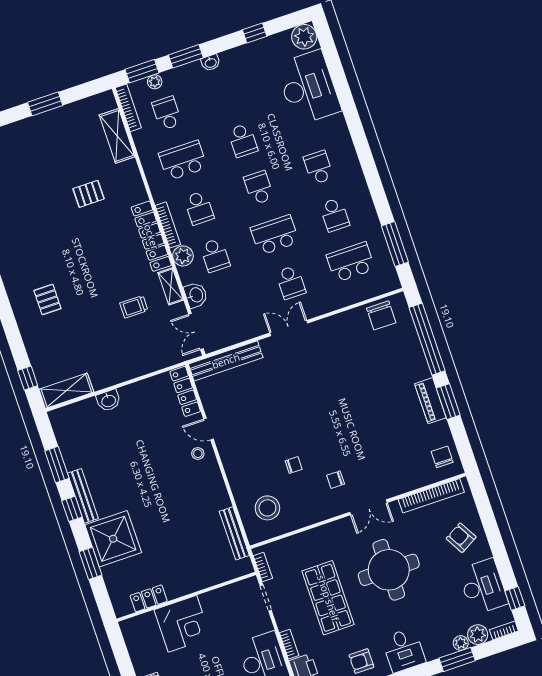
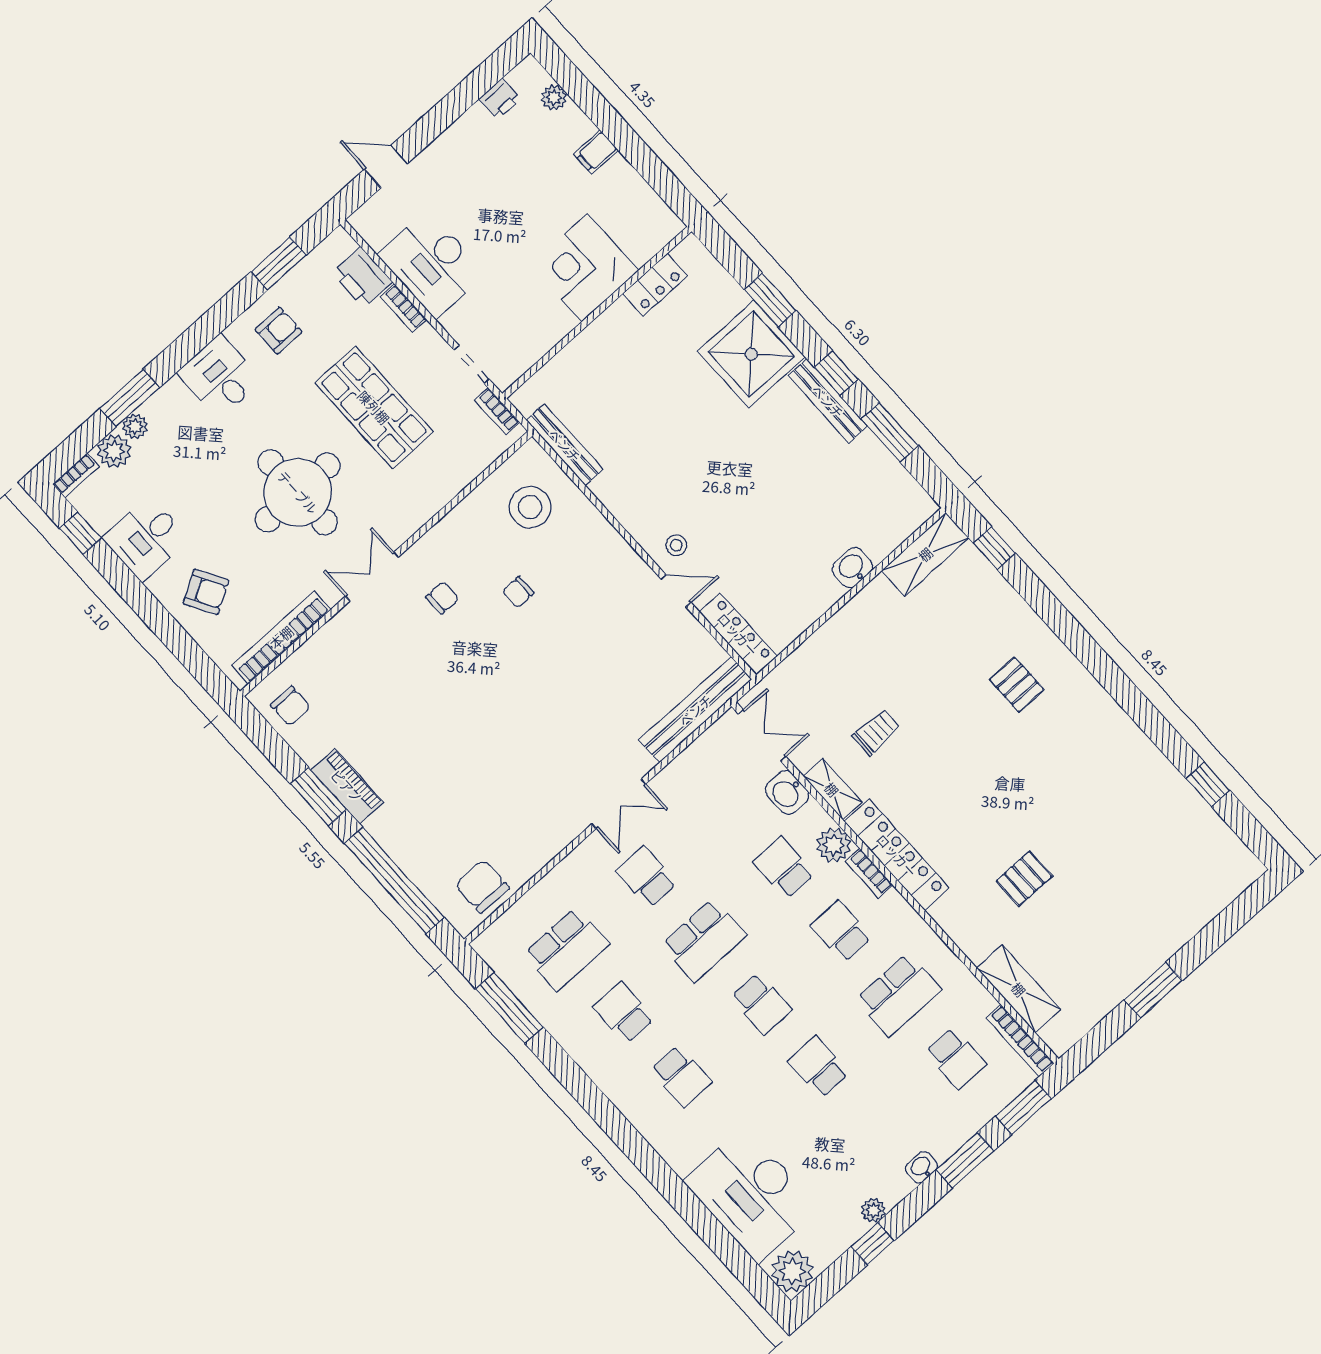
plant: (155, 82) -> (873, 1210), moved
bookcase: (168, 225) -> (869, 873), width x0.64
desk: (483, 587) -> (146, 539), width x0.73

